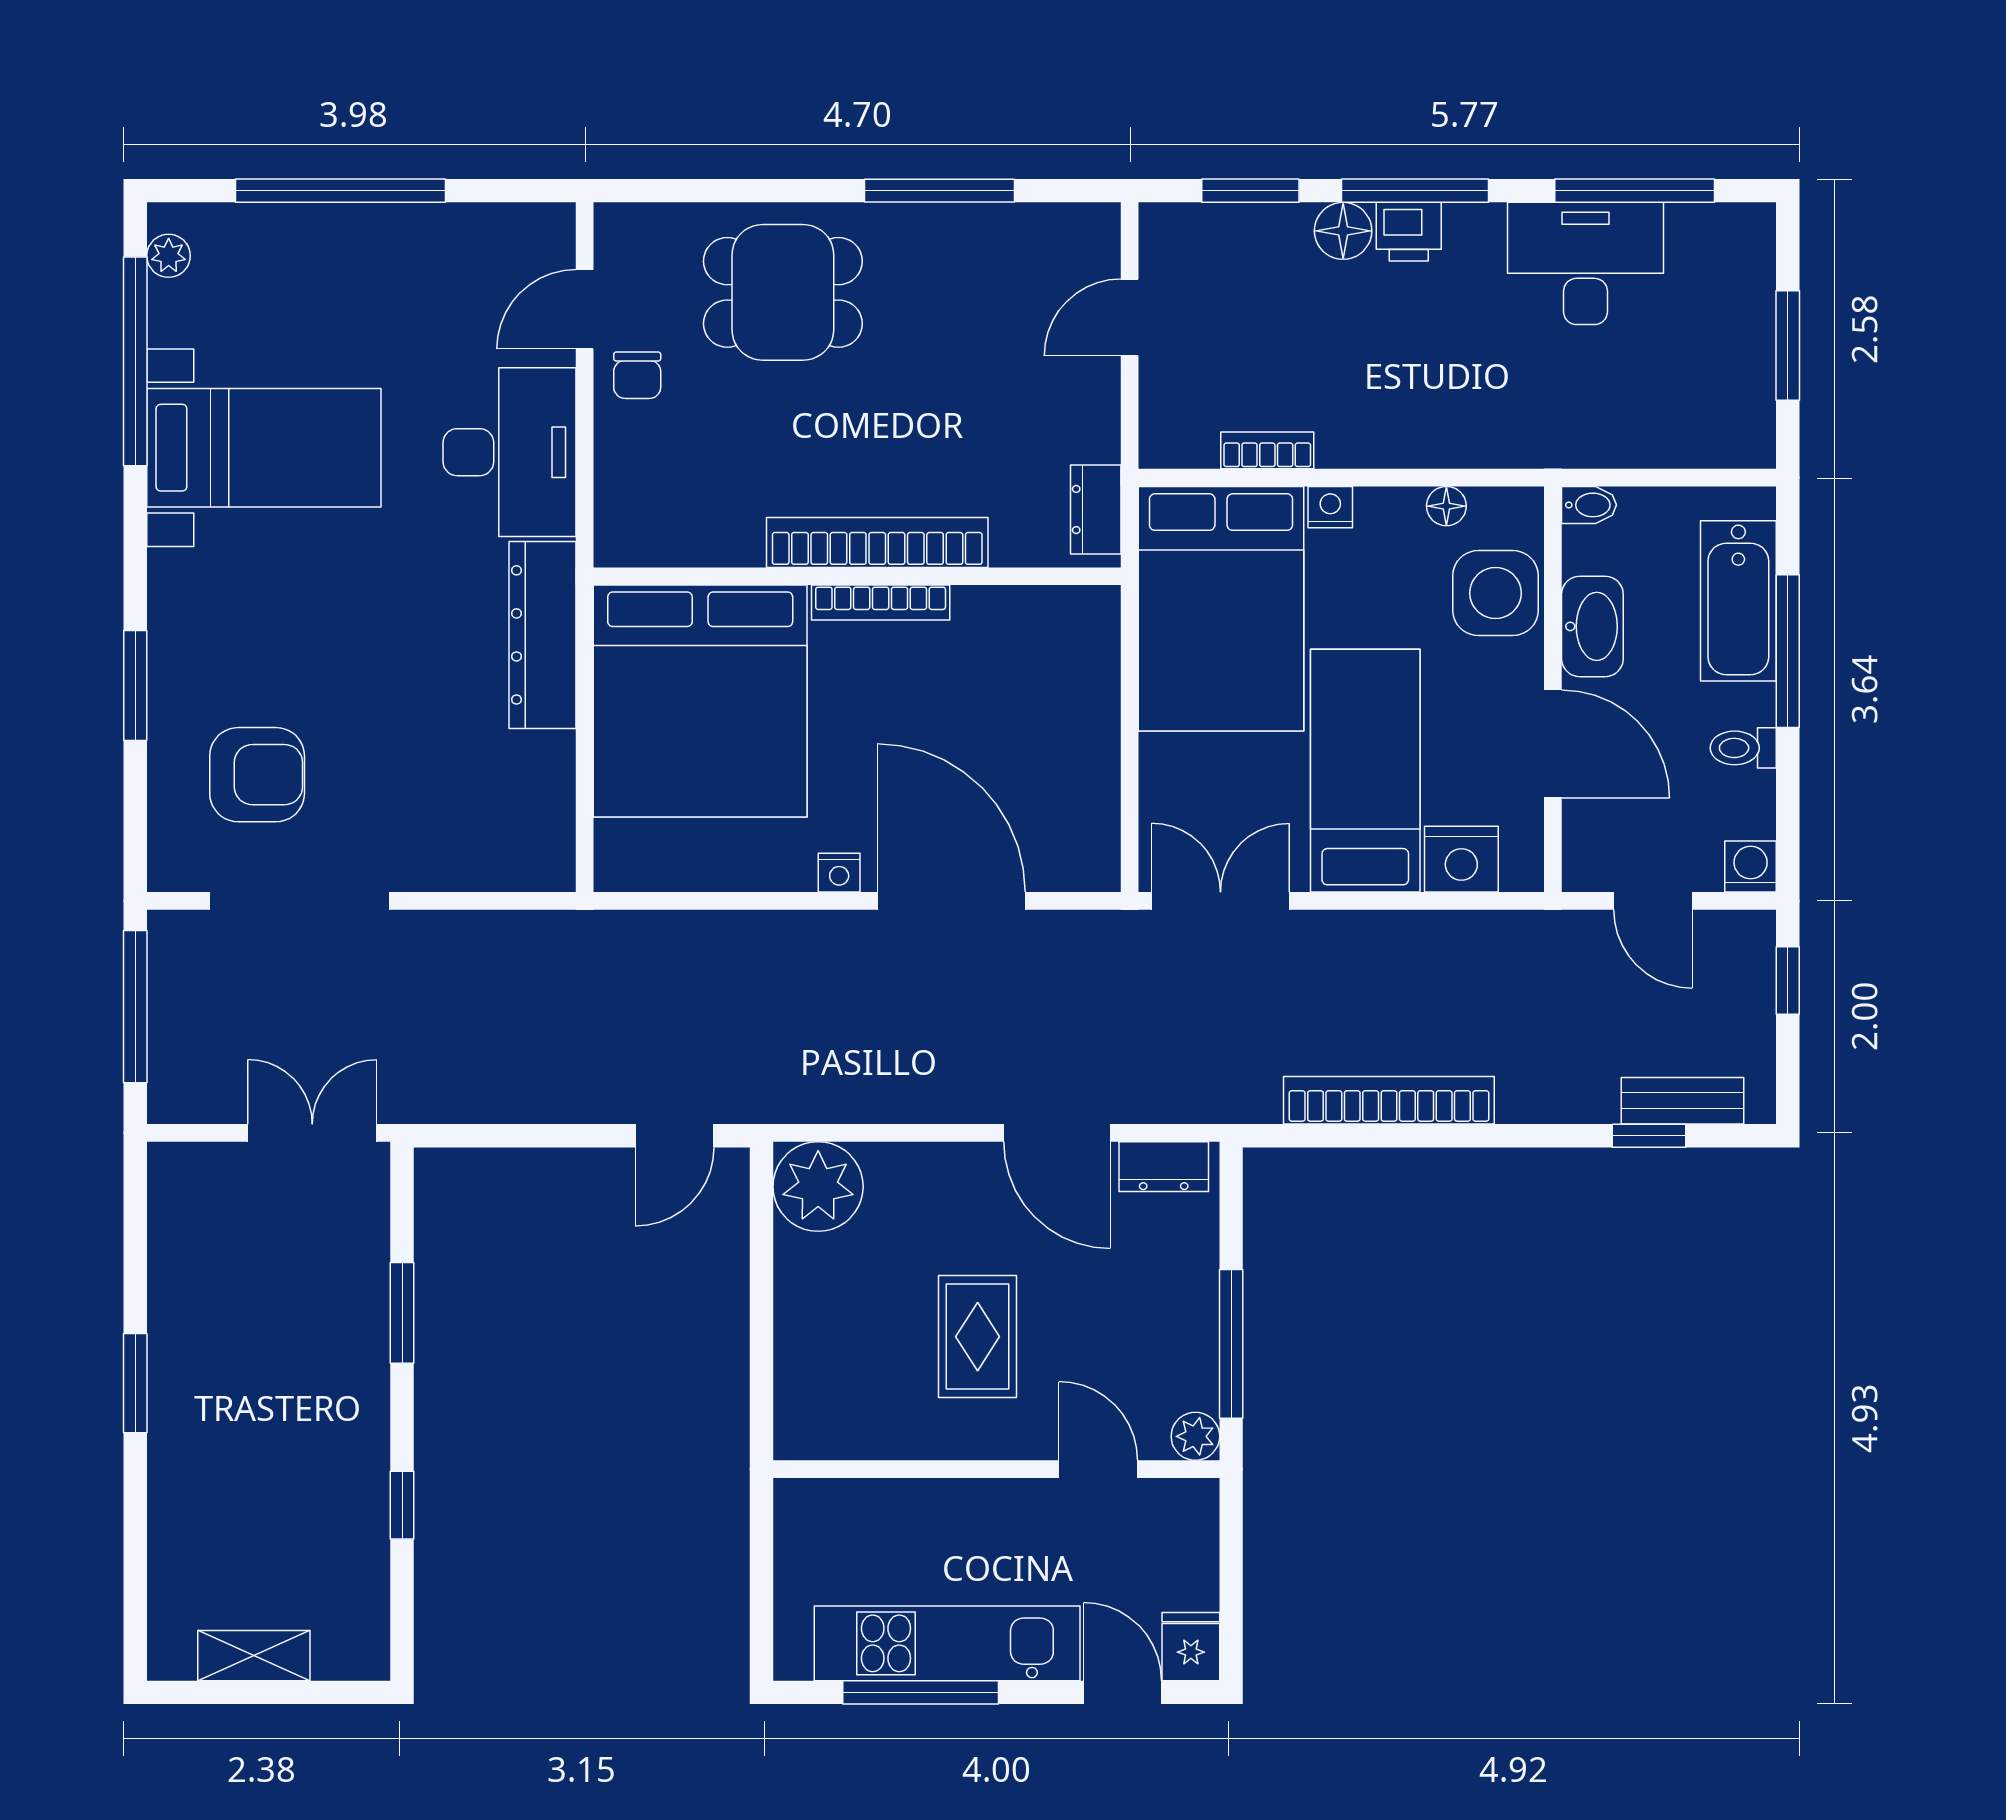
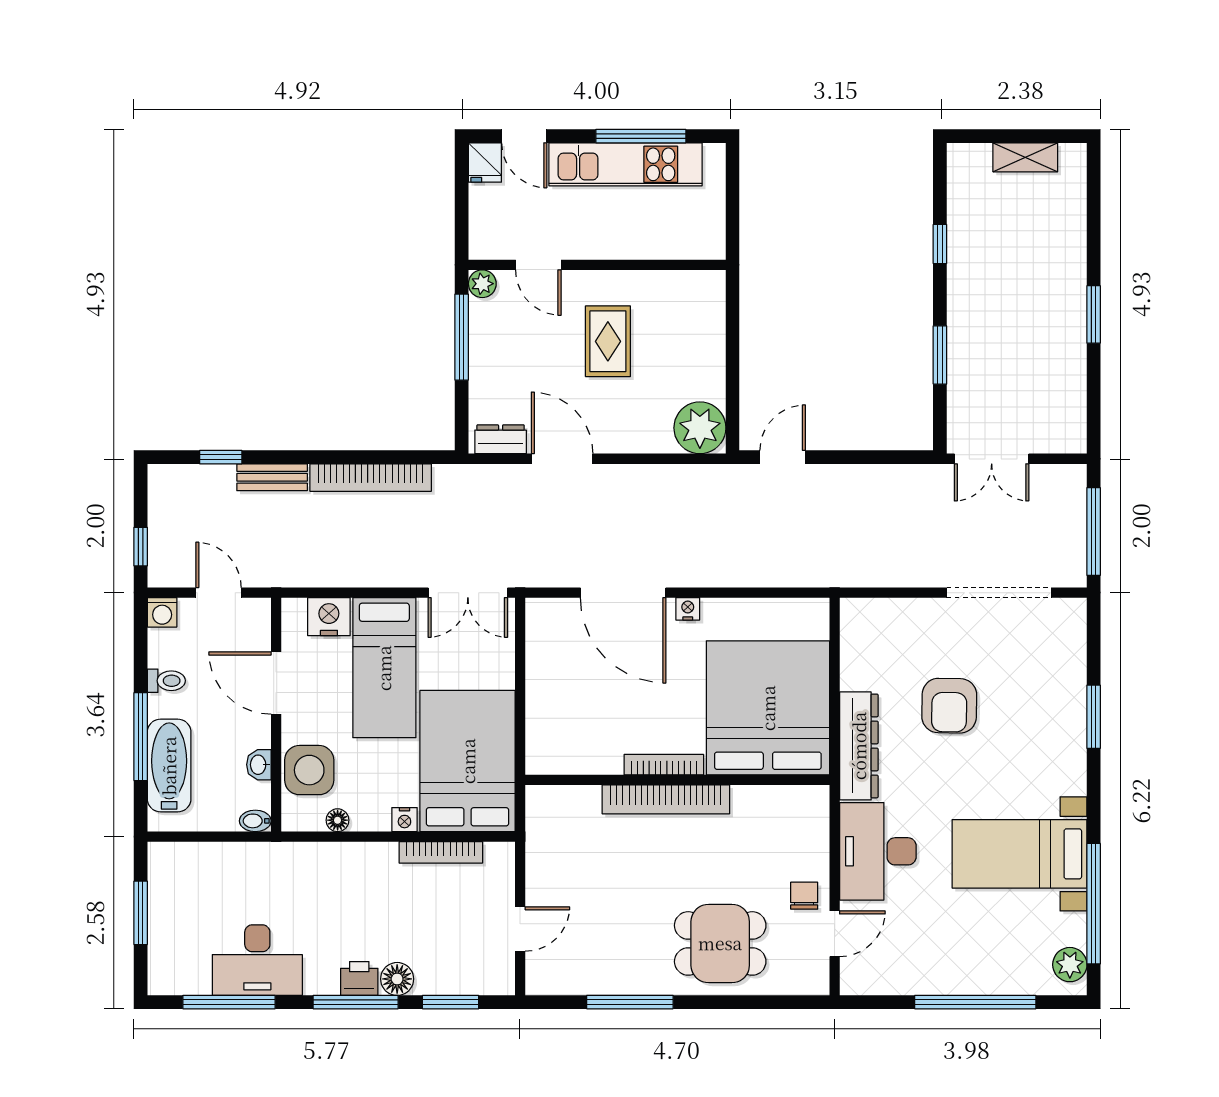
plant: (169, 256) -> (1070, 965), width x1.38, depth x1.38
bookcase: (1267, 450) -> (441, 852), width x1.56
dresser: (1096, 510) -> (540, 818), removed
washbasin: (1592, 626) -> (259, 765), width x0.52, depth x0.69
armchair: (257, 775) -> (949, 706), moved, turned -89
bench: (1682, 1101) -> (272, 477), moved

